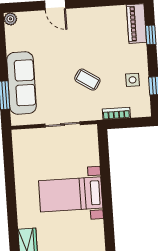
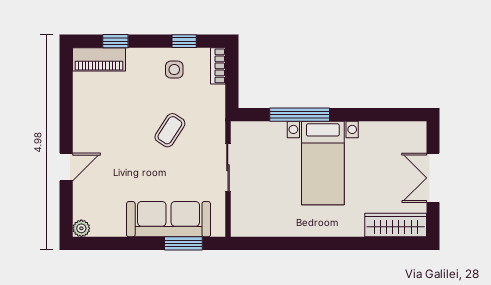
bookcase: (116, 113) -> (218, 66), moved
window: (105, 175) -> (300, 115), added

